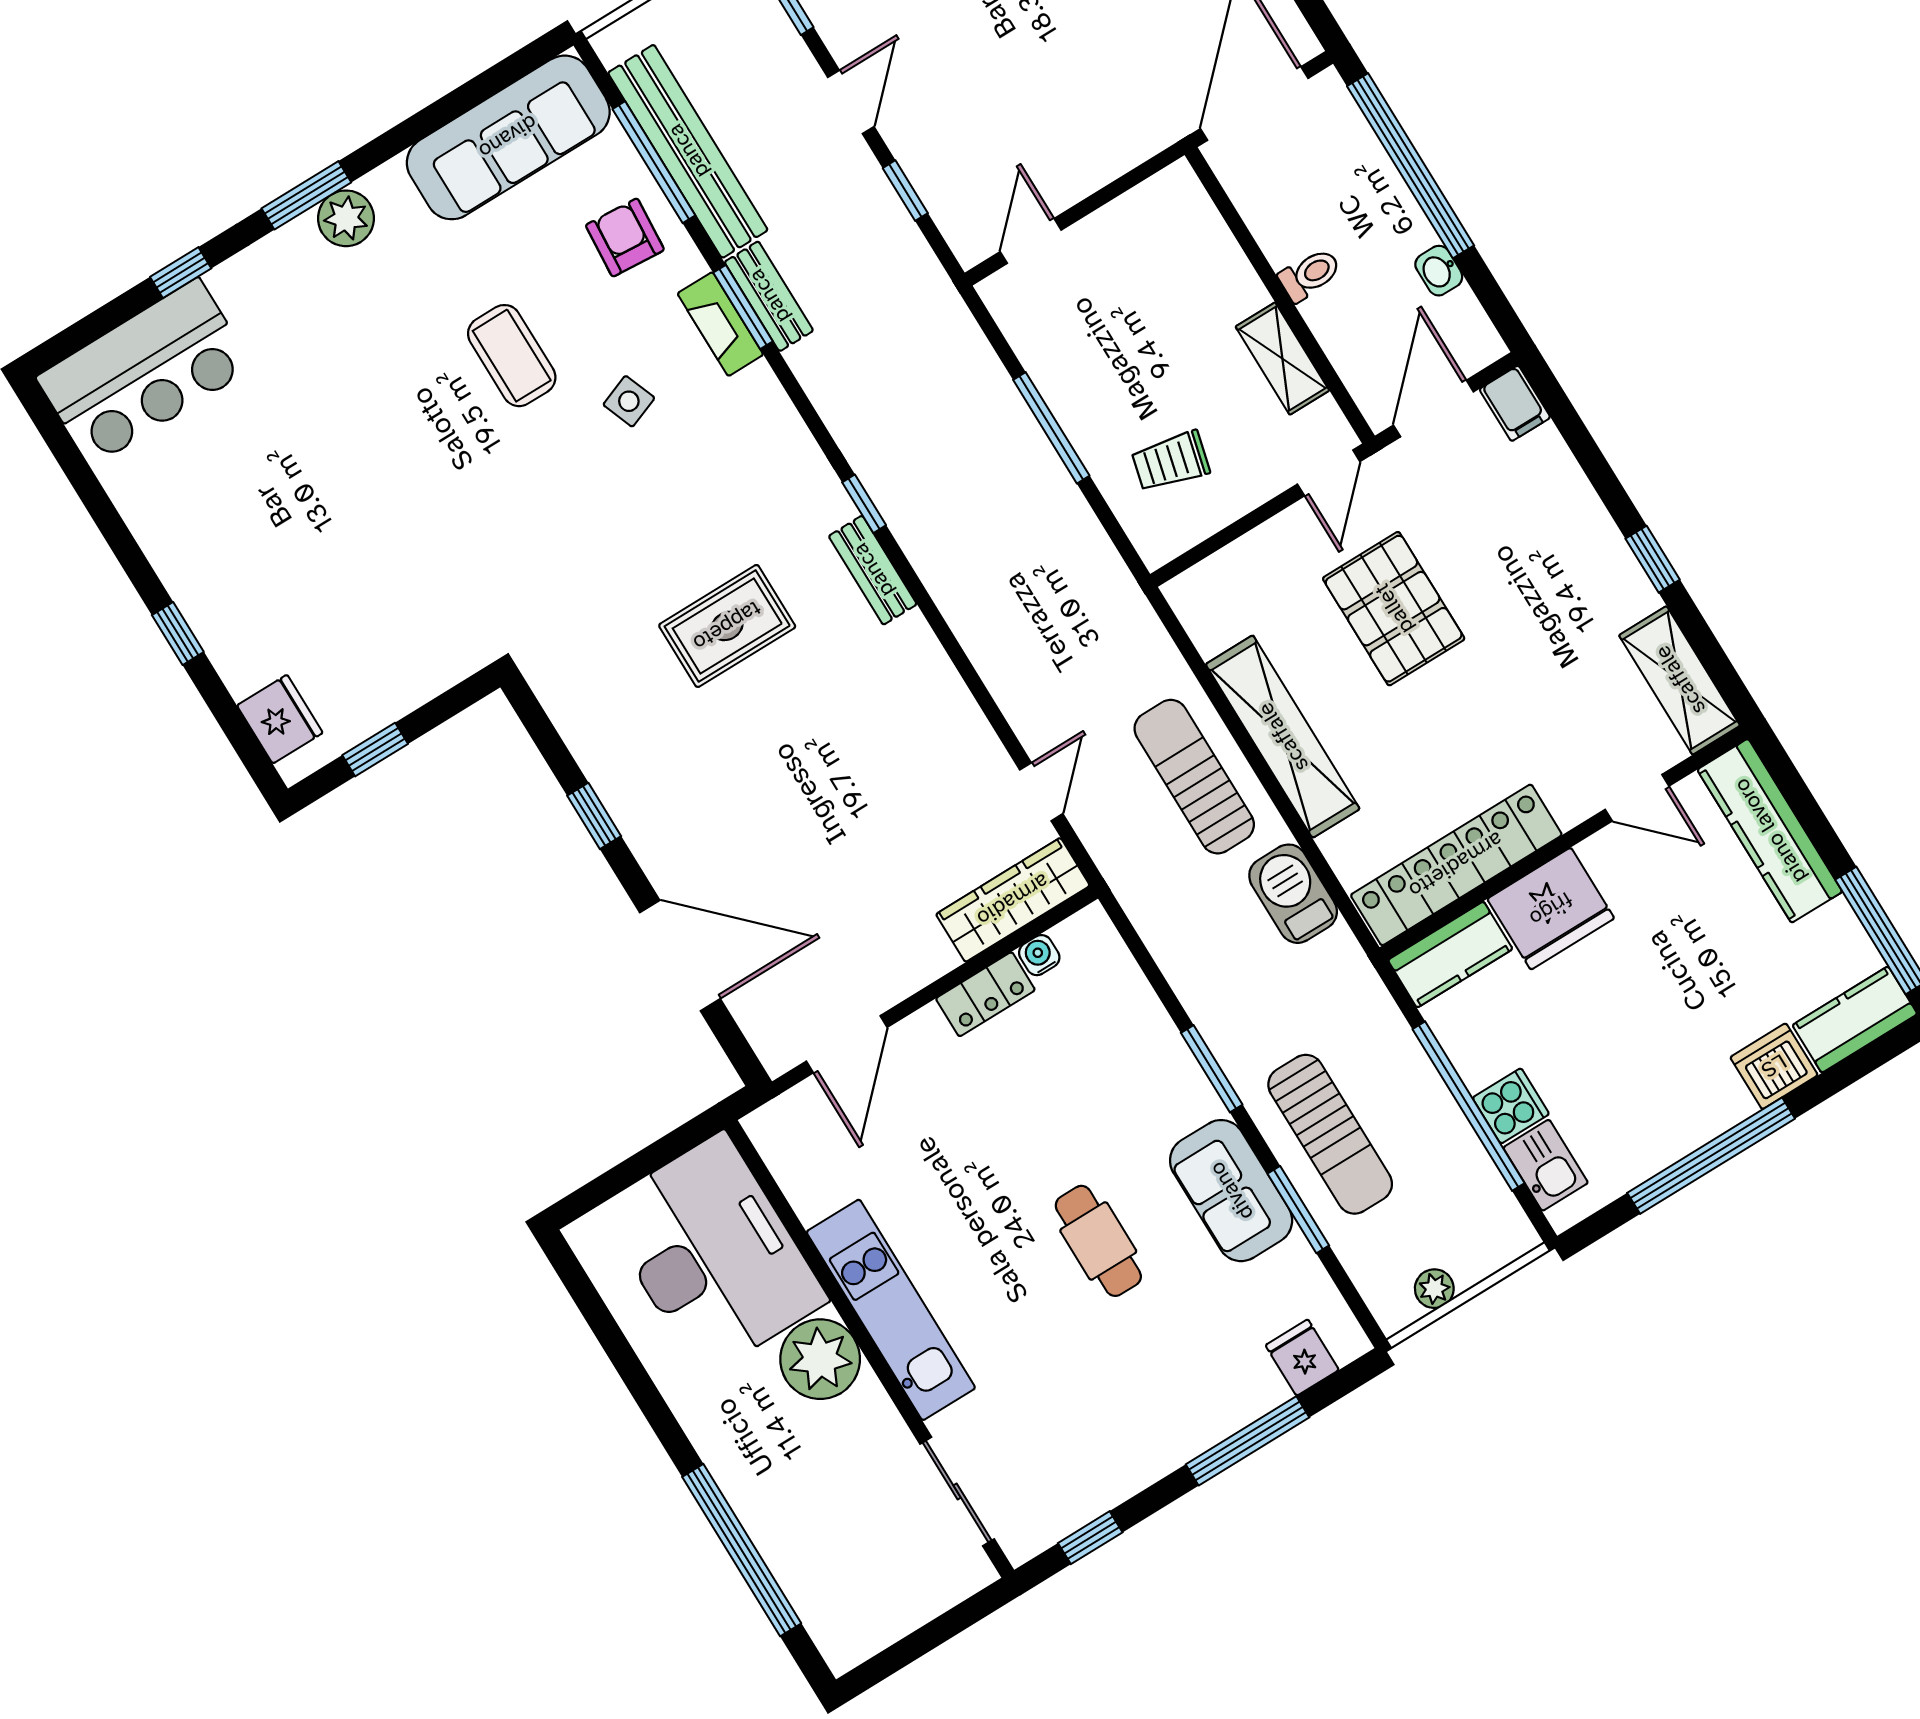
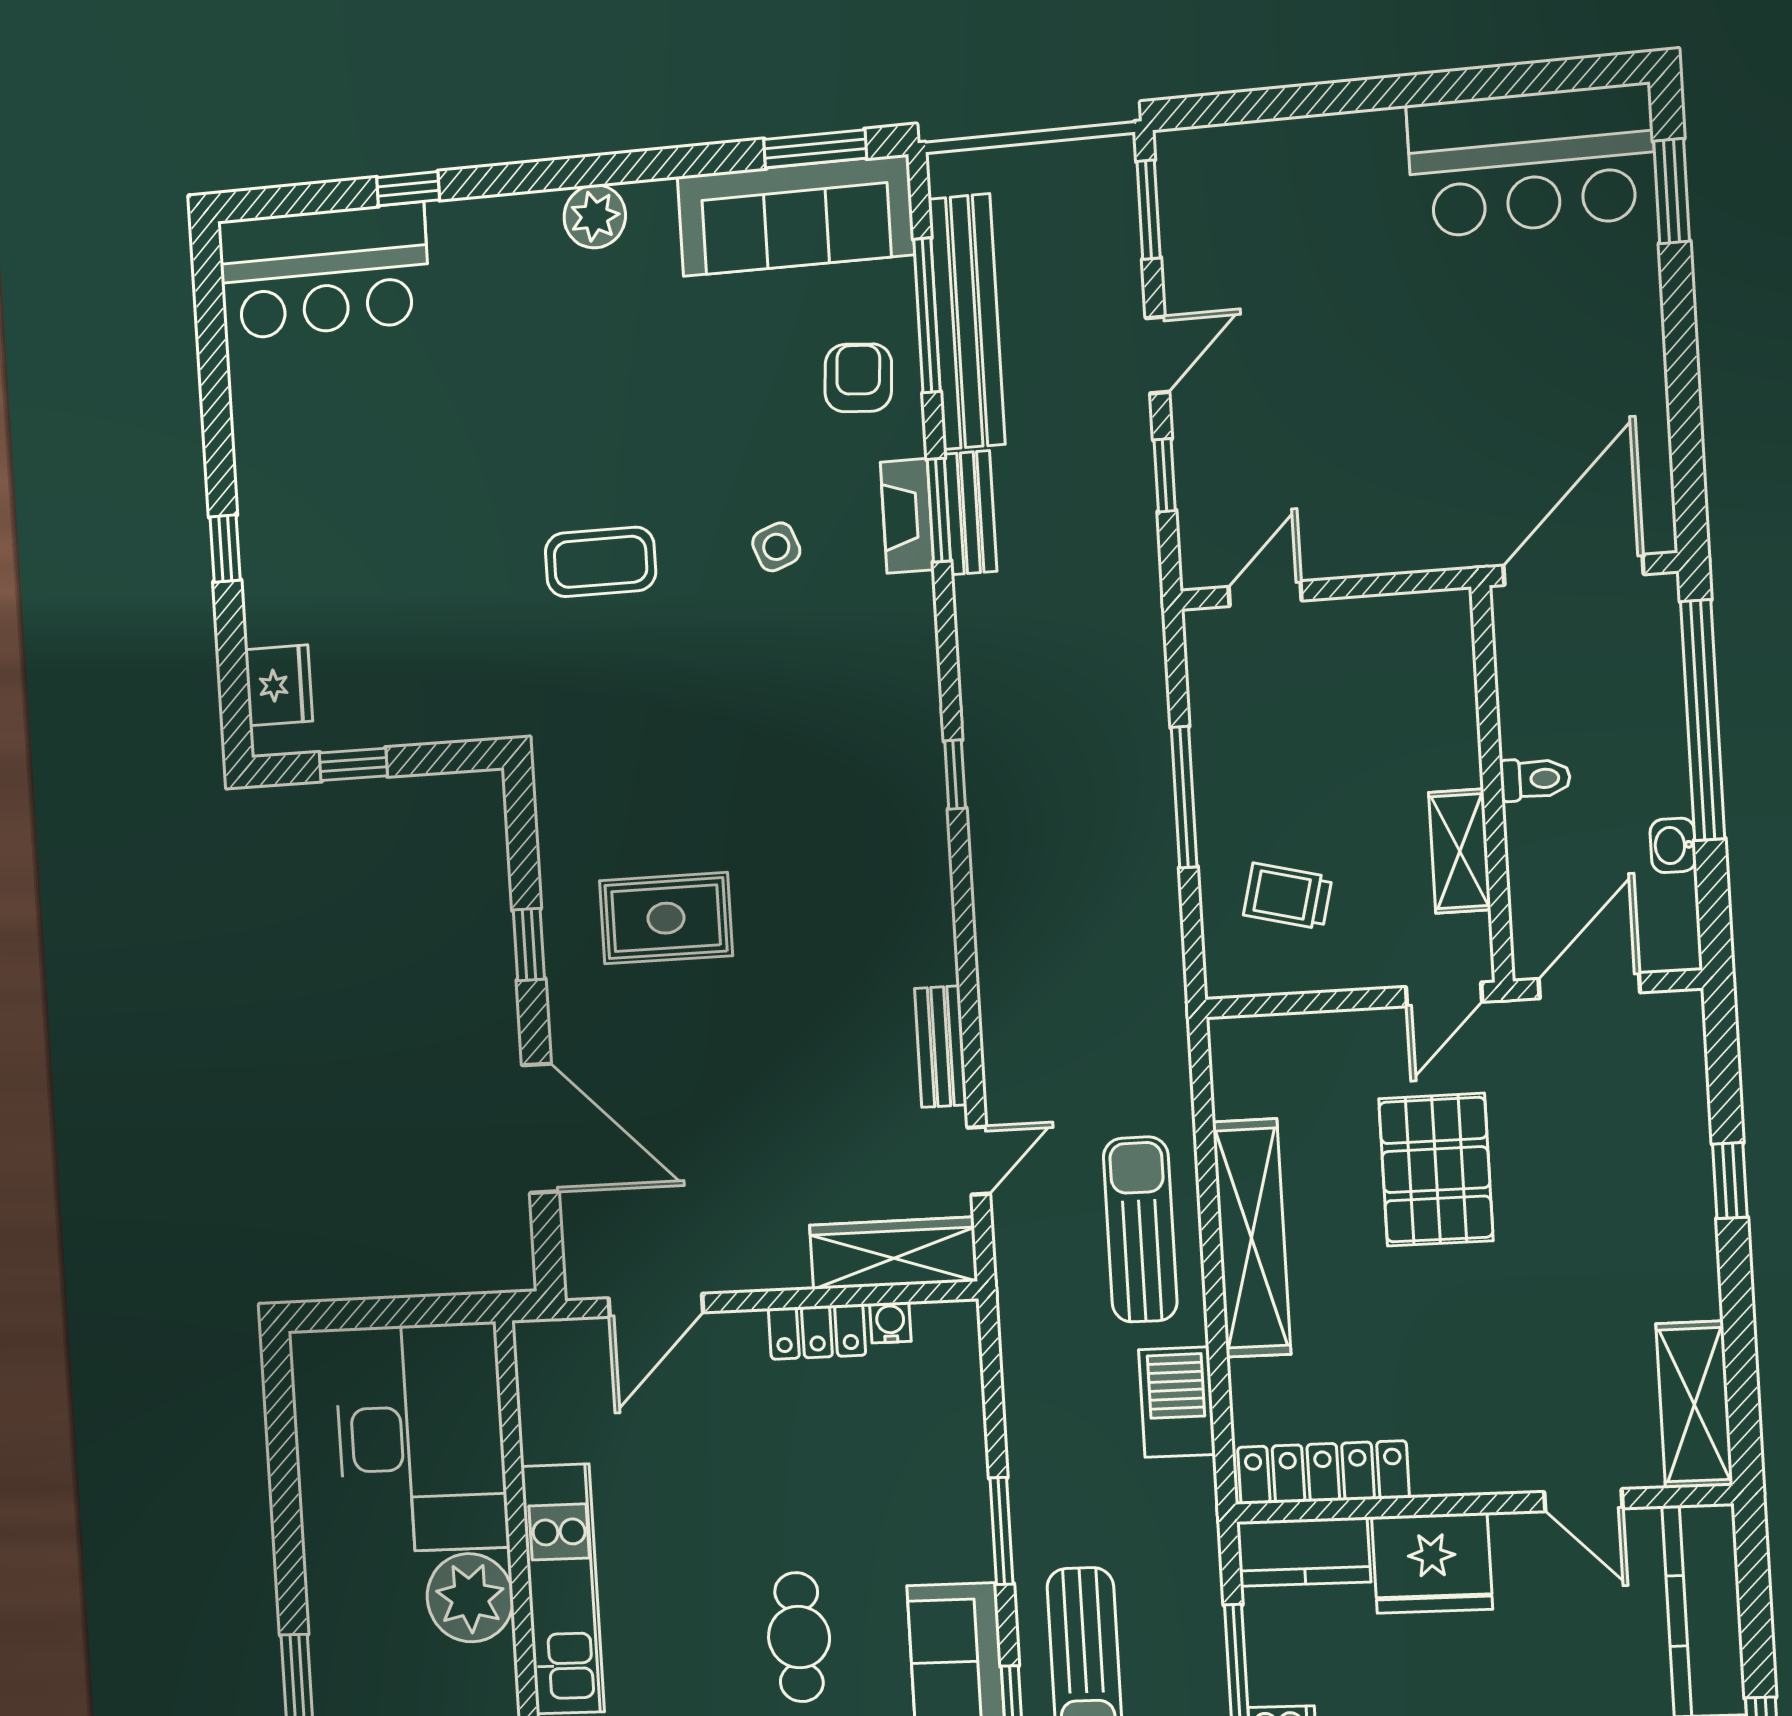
window: (306, 195) -> (815, 149), moved
coffee table: (512, 356) -> (600, 562), moved, turned 90
filing cabinet: (1515, 403) -> (1678, 1026), removed
window: (1653, 559) -> (1730, 1181), moved
bench: (873, 570) -> (941, 1047), moved
rug: (727, 626) -> (666, 918), moved
locker: (1456, 865) -> (1323, 1472), width x0.71, depth x0.83

